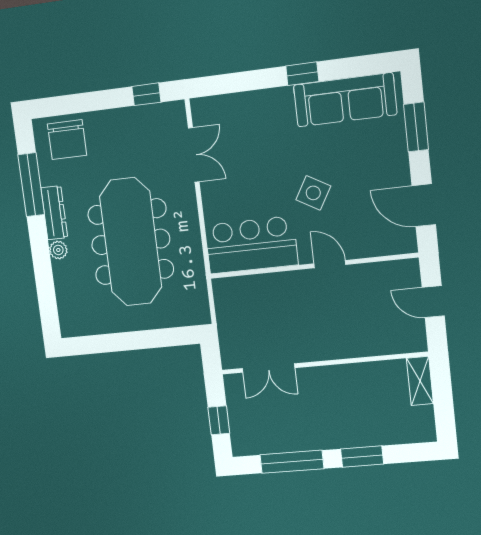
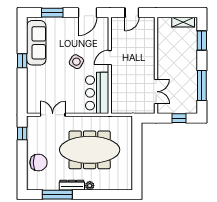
chair: (67, 140) -> (39, 162), moved
shelving: (420, 381) -> (183, 22), moved
window: (362, 457) -> (202, 40), moved

